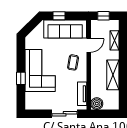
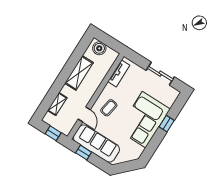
window: (59, 16) -> (84, 153), moved
door: (89, 45) -> (84, 114), swing flipped
boiler: (97, 104) -> (99, 48), moved
sliding door: (65, 114) -> (160, 74), moved

